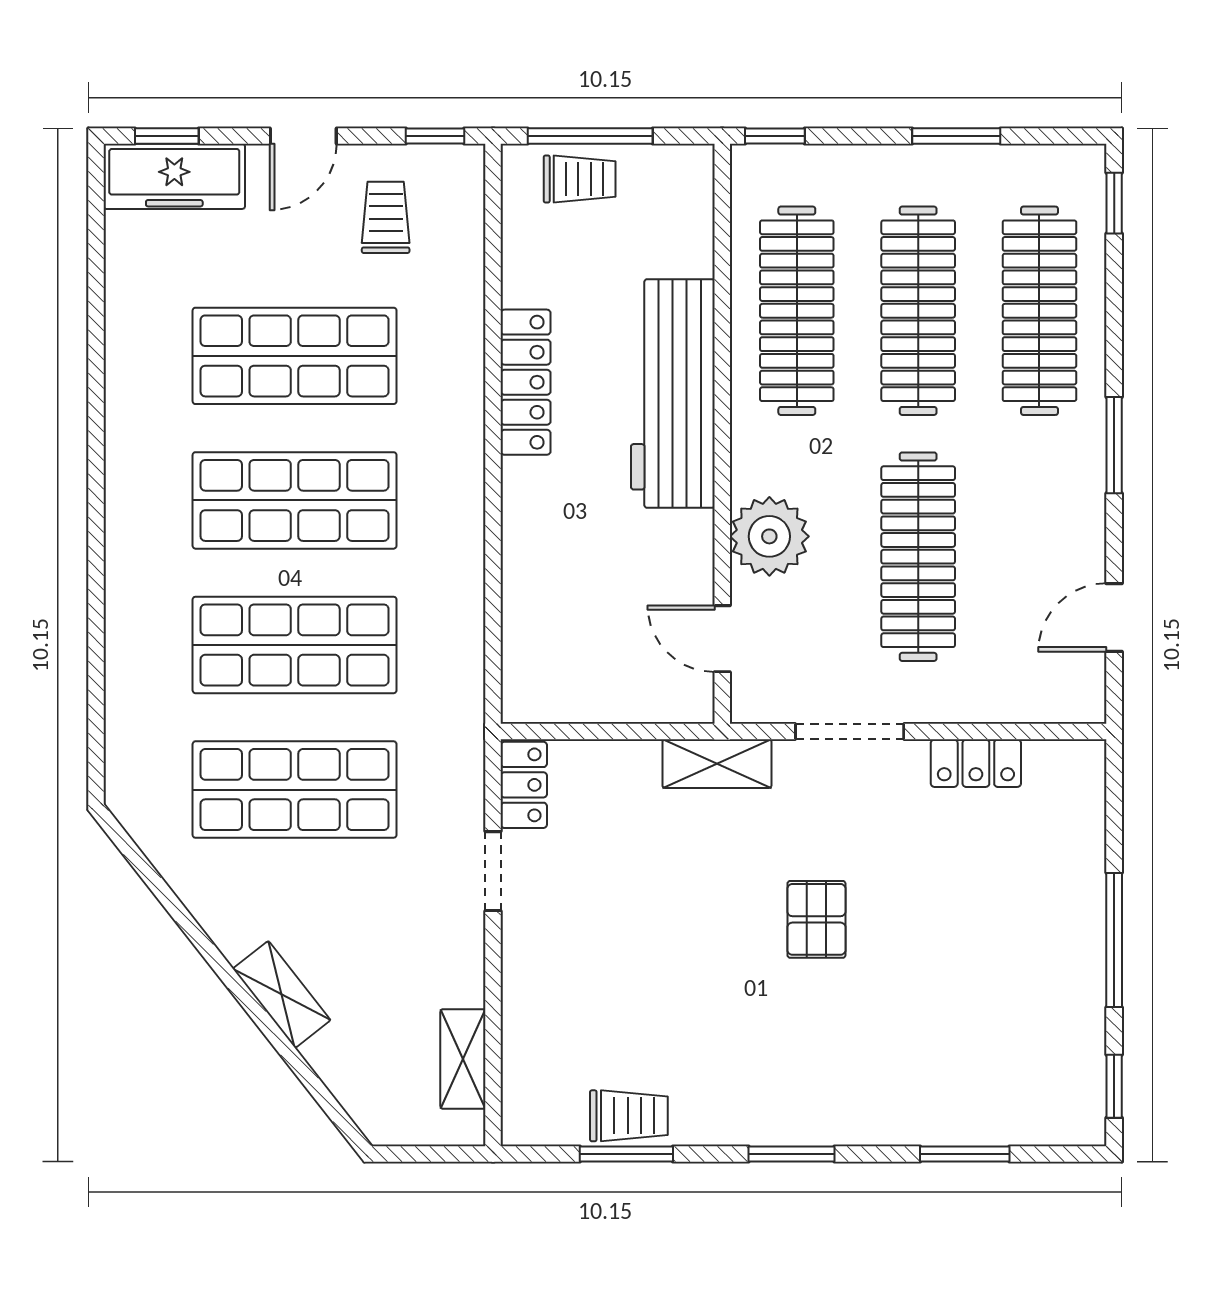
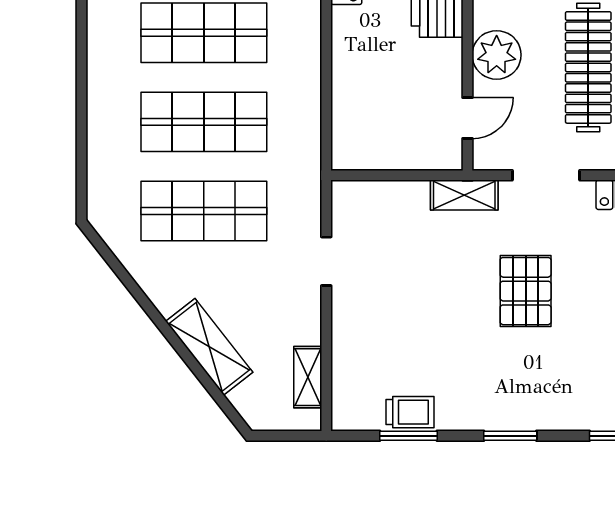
door: (722, 639) -> (467, 118), swing flipped
locker: (524, 785) -> (345, 208), removed
pallet: (816, 919) -> (526, 291), width x1.50, depth x1.42
shelving: (282, 994) -> (209, 347), width x1.50, depth x1.33

